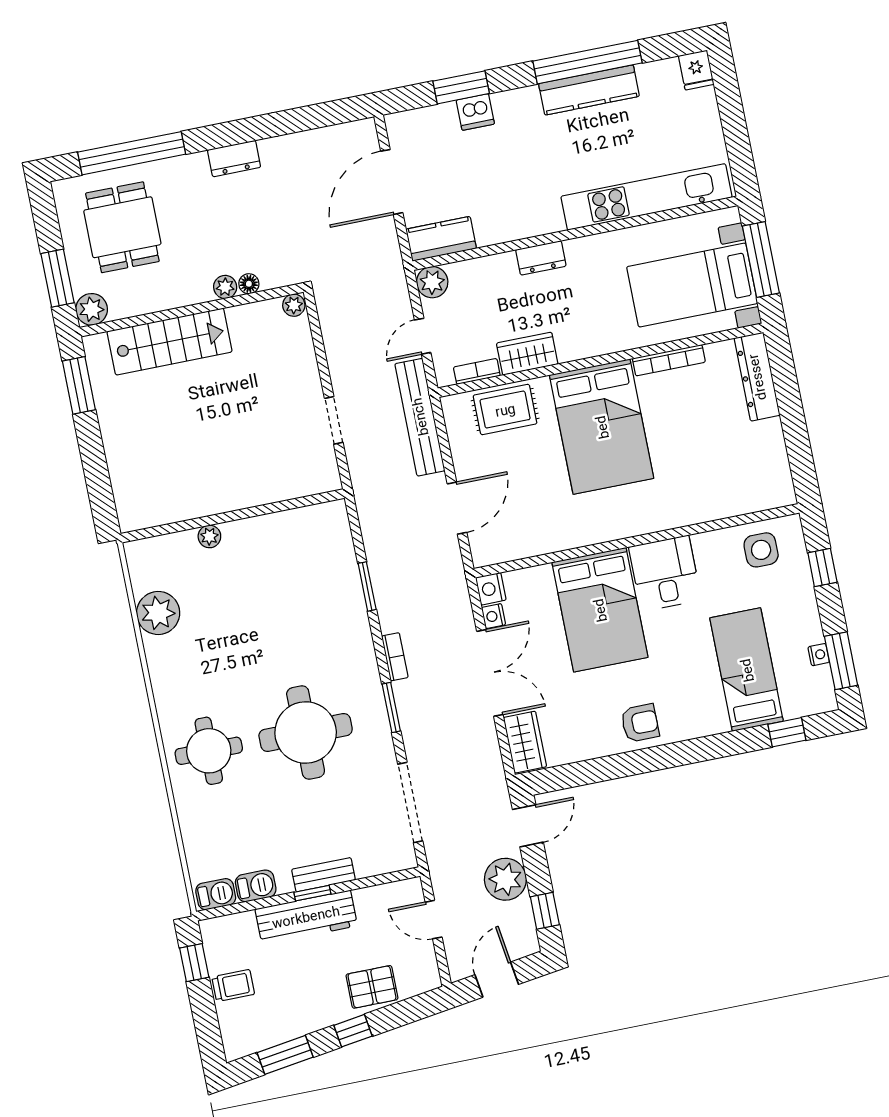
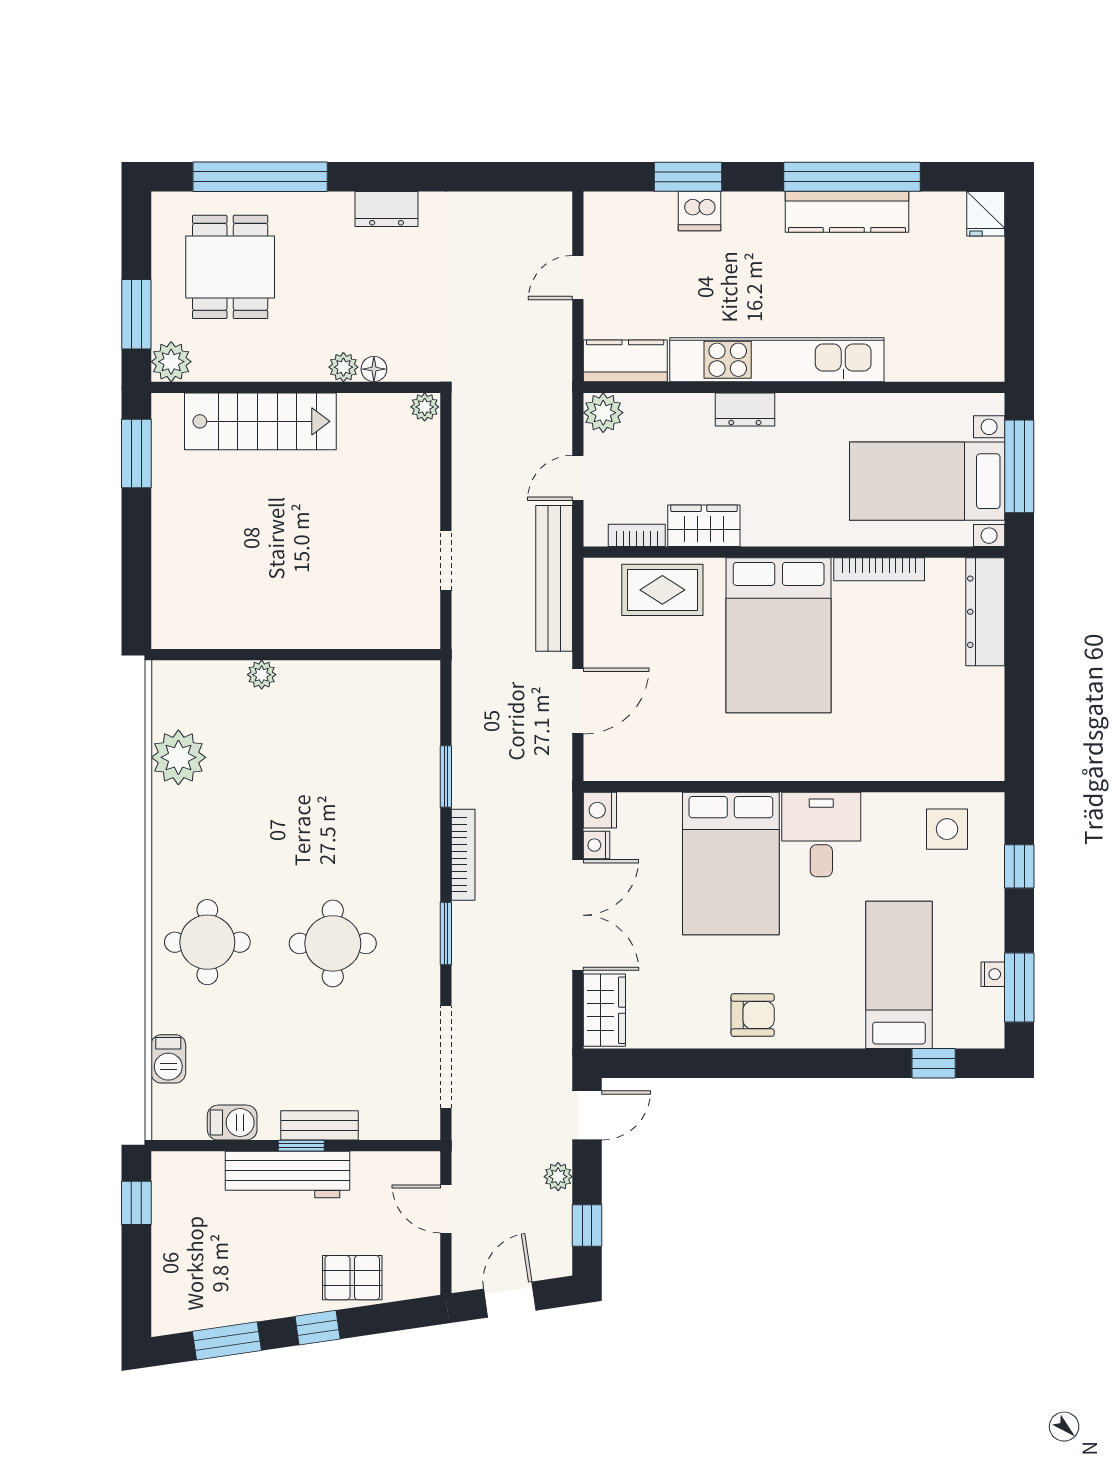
door: (392, 182) -> (578, 278), width x0.53
kitchen unit: (646, 197) -> (777, 360), moved
bookcase: (395, 657) -> (463, 855), width x1.56
round table: (306, 732) -> (333, 943), width x0.73, depth x0.73
plant: (505, 879) -> (558, 1177), width x0.53, depth x0.53
barbecue: (216, 894) -> (168, 1059), moved, turned 90
trolley: (233, 986) -> (179, 1241), removed

